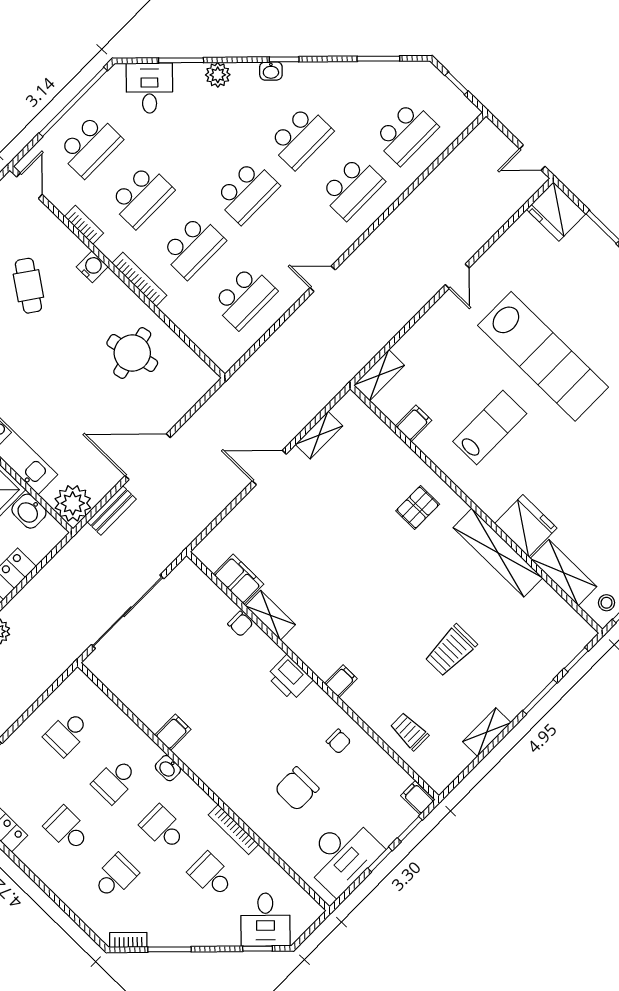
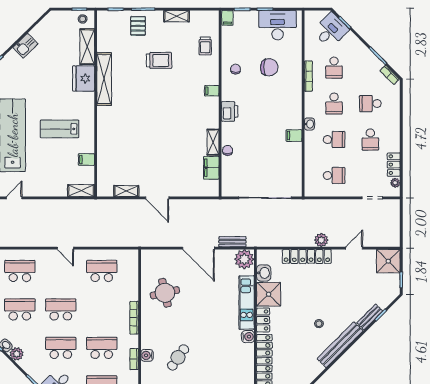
plant: (218, 75) -> (17, 354), moved
school desk: (193, 247) -> (61, 348), moved
water cooler: (92, 267) -> (147, 355), moved
pallet: (418, 507) -> (138, 26), moved, turned 90

